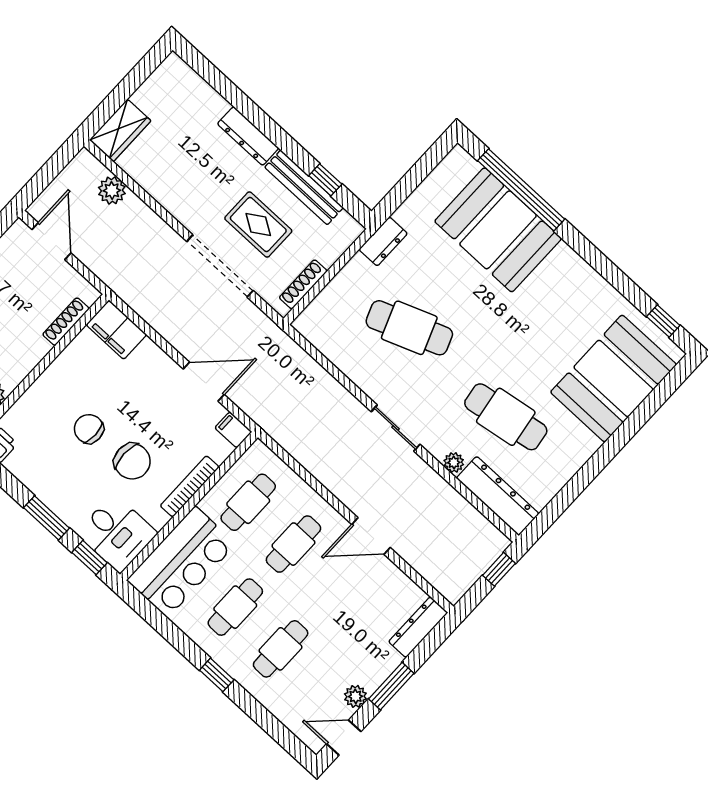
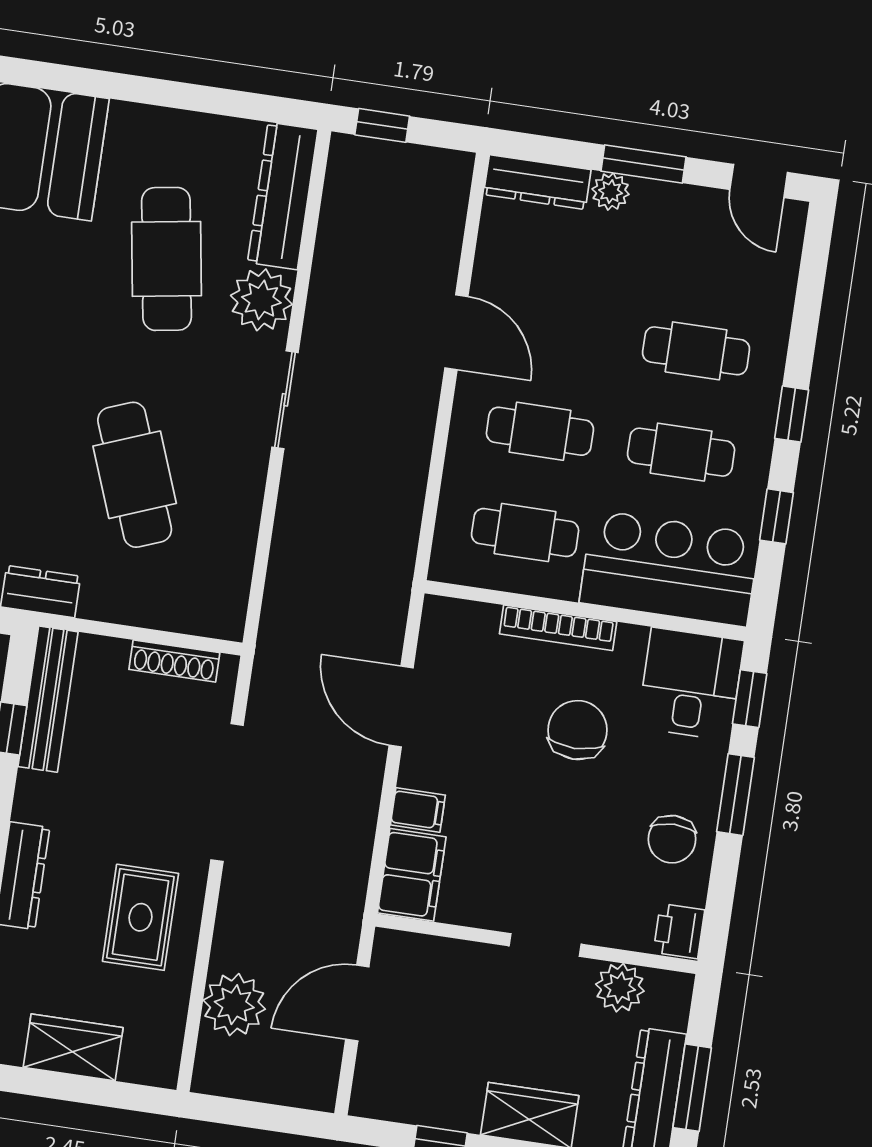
wardrobe: (120, 130) -> (73, 1047), moved
bench: (304, 187) -> (48, 699), moved
plant: (112, 190) -> (234, 1005), width x1.36, depth x1.36
rug: (258, 225) -> (140, 917), moved
door: (51, 241) -> (357, 1003), moved
shoe rack: (66, 322) -> (448, 952), removed
doorway: (36, 372) -> (545, 945), added
chair: (89, 429) -> (672, 839), moved
filing cabinet: (233, 430) -> (418, 810), moved, turned -90
plant: (454, 463) -> (261, 300), width x1.88, depth x1.88
window: (171, 633) -> (777, 516), added
plant: (355, 696) -> (611, 192), moved

